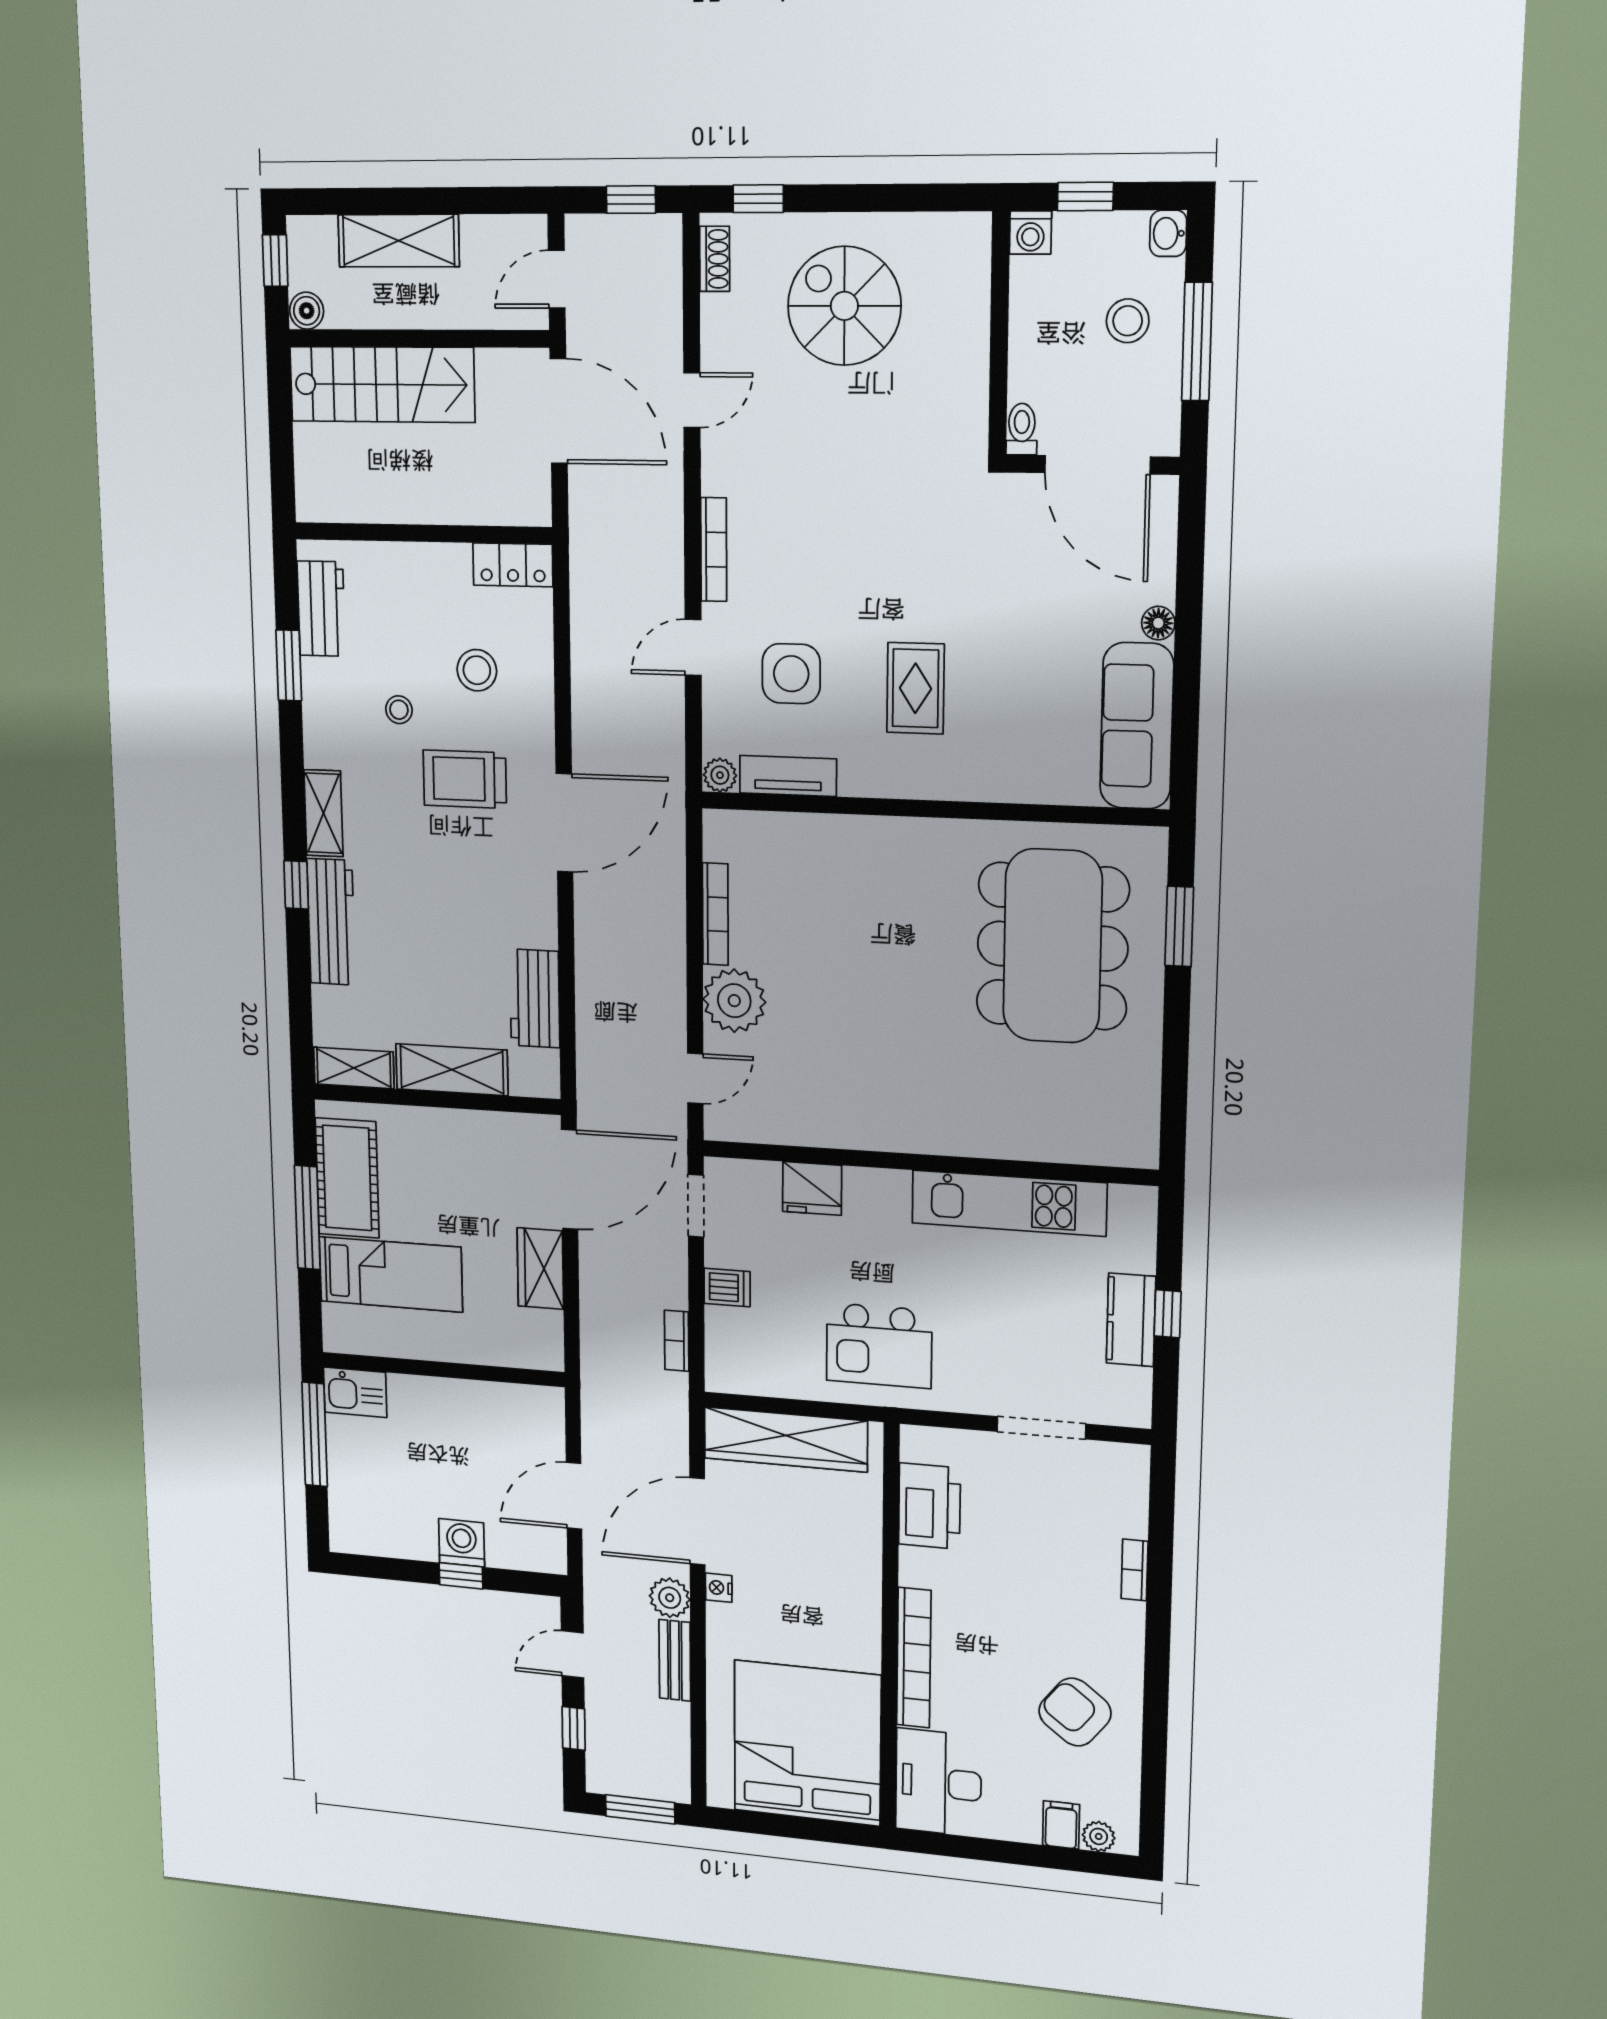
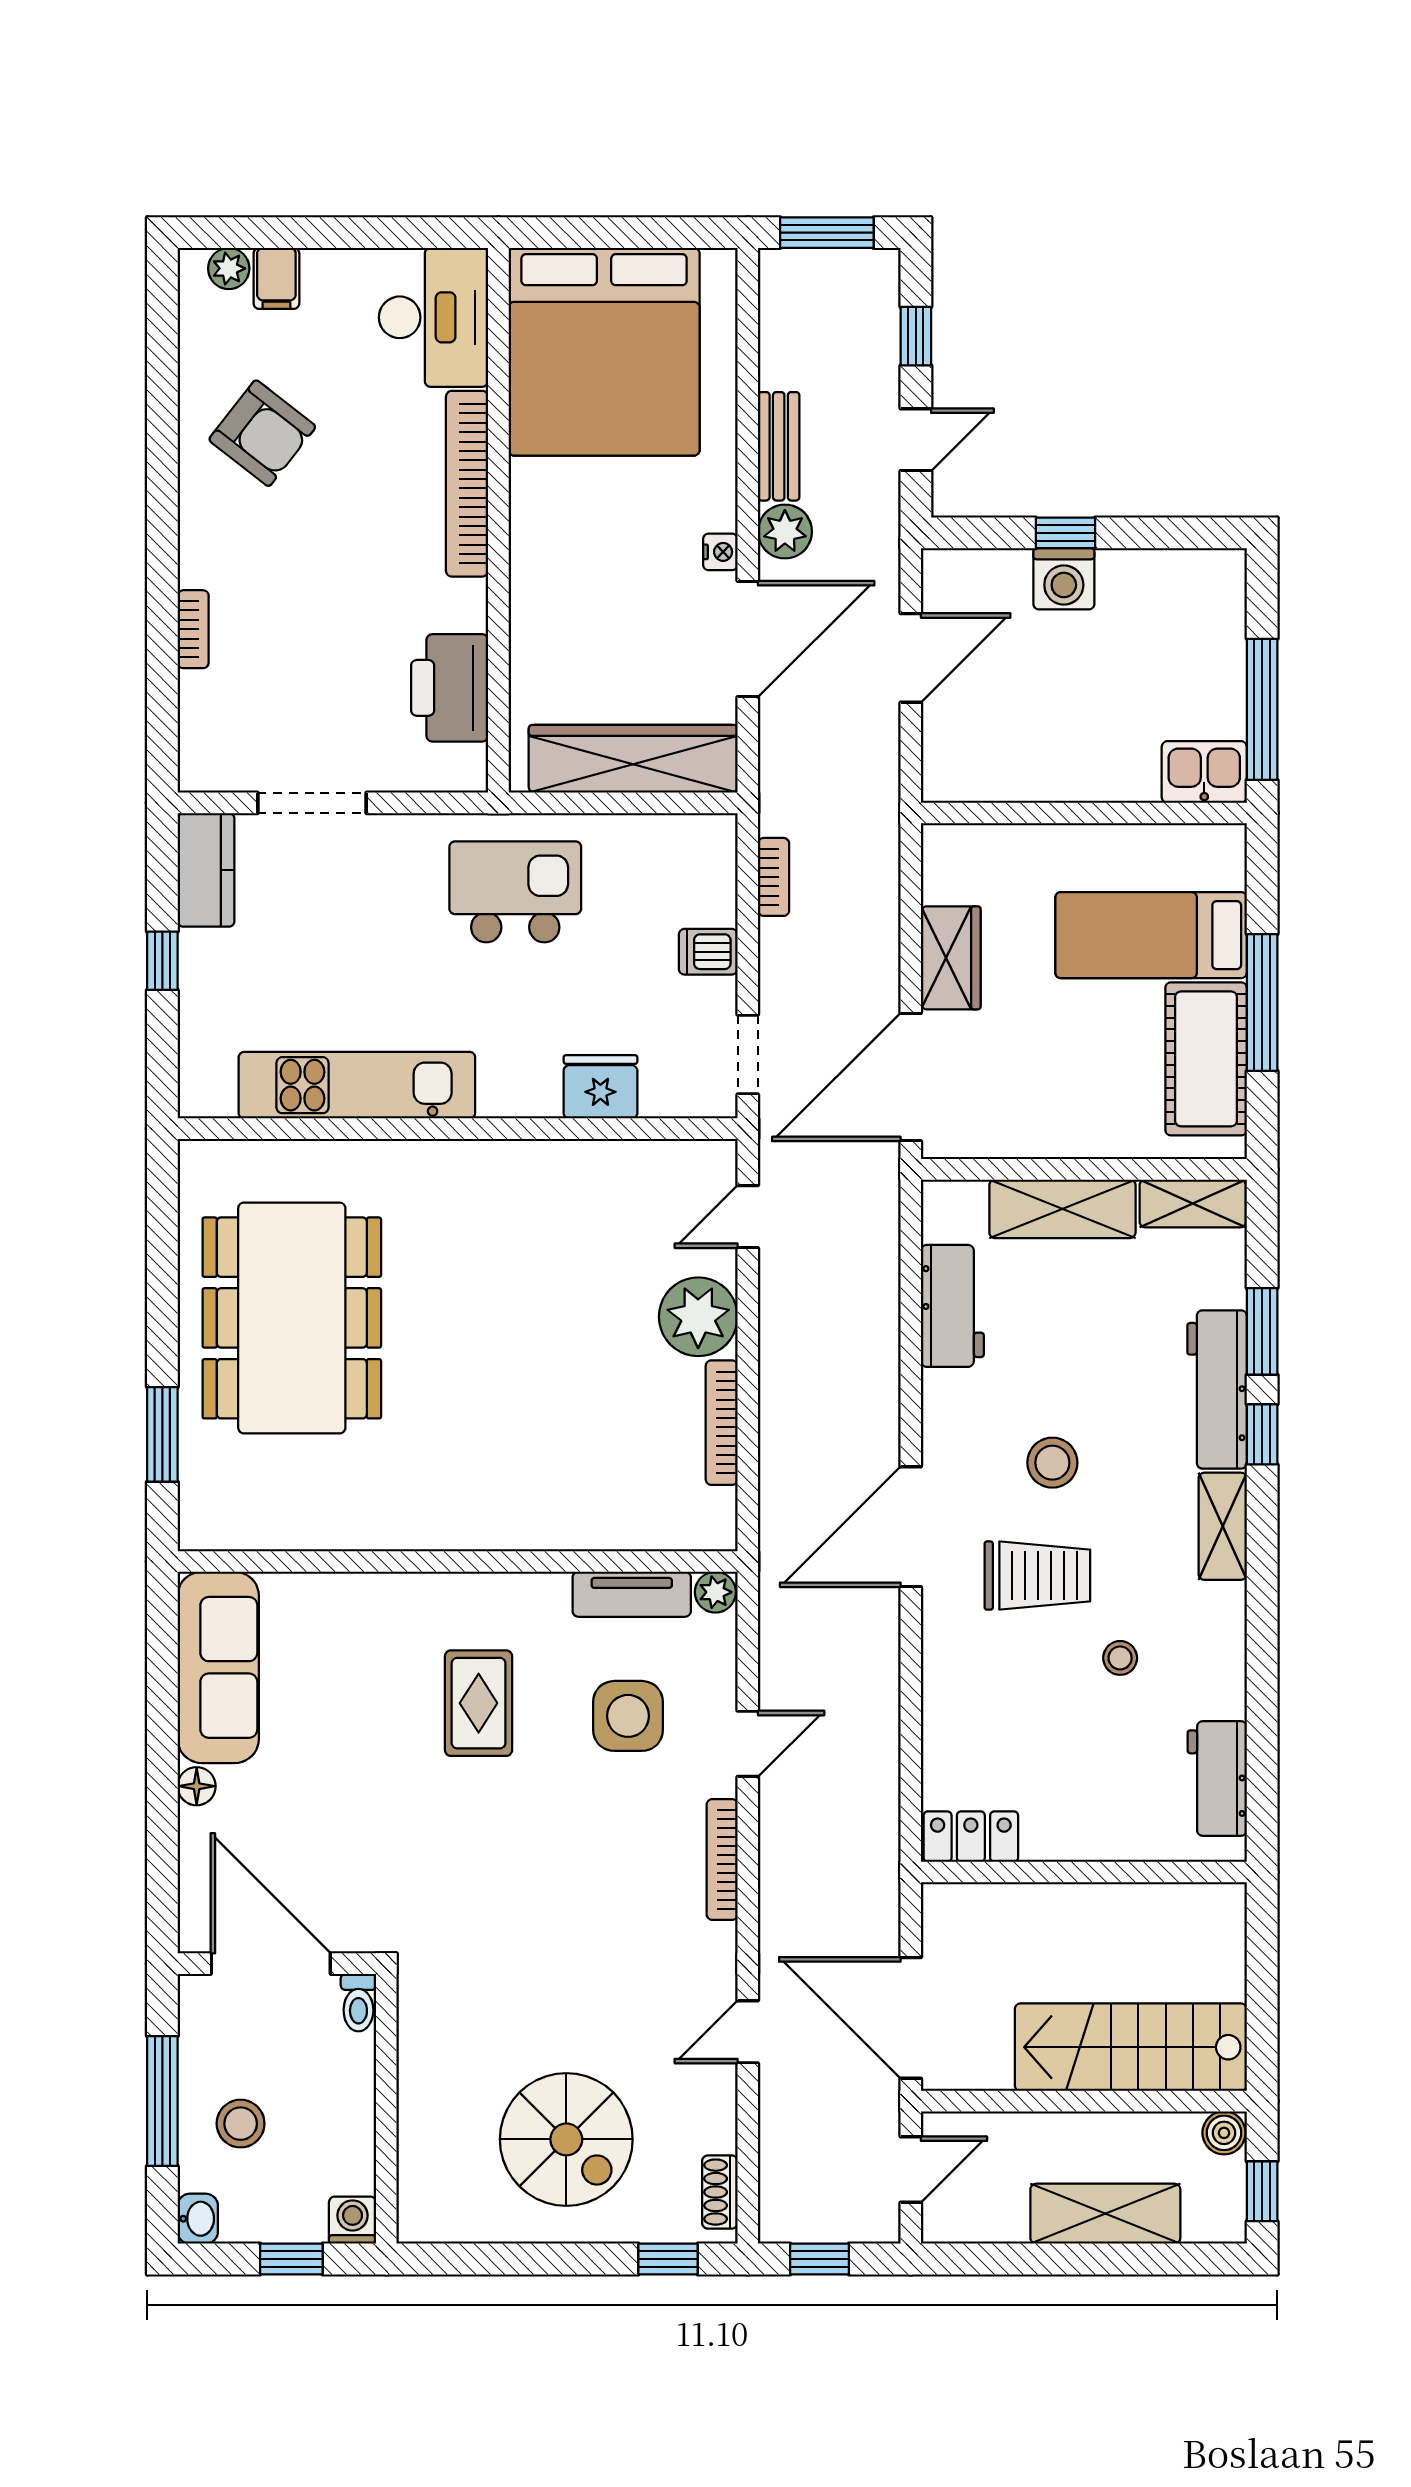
window: (289, 665) -> (1262, 1331), moved
stool: (477, 670) -> (1052, 1463), moved
dining table: (1052, 946) -> (292, 1318), moved
kitchen counter: (1131, 1320) -> (206, 870), moved

